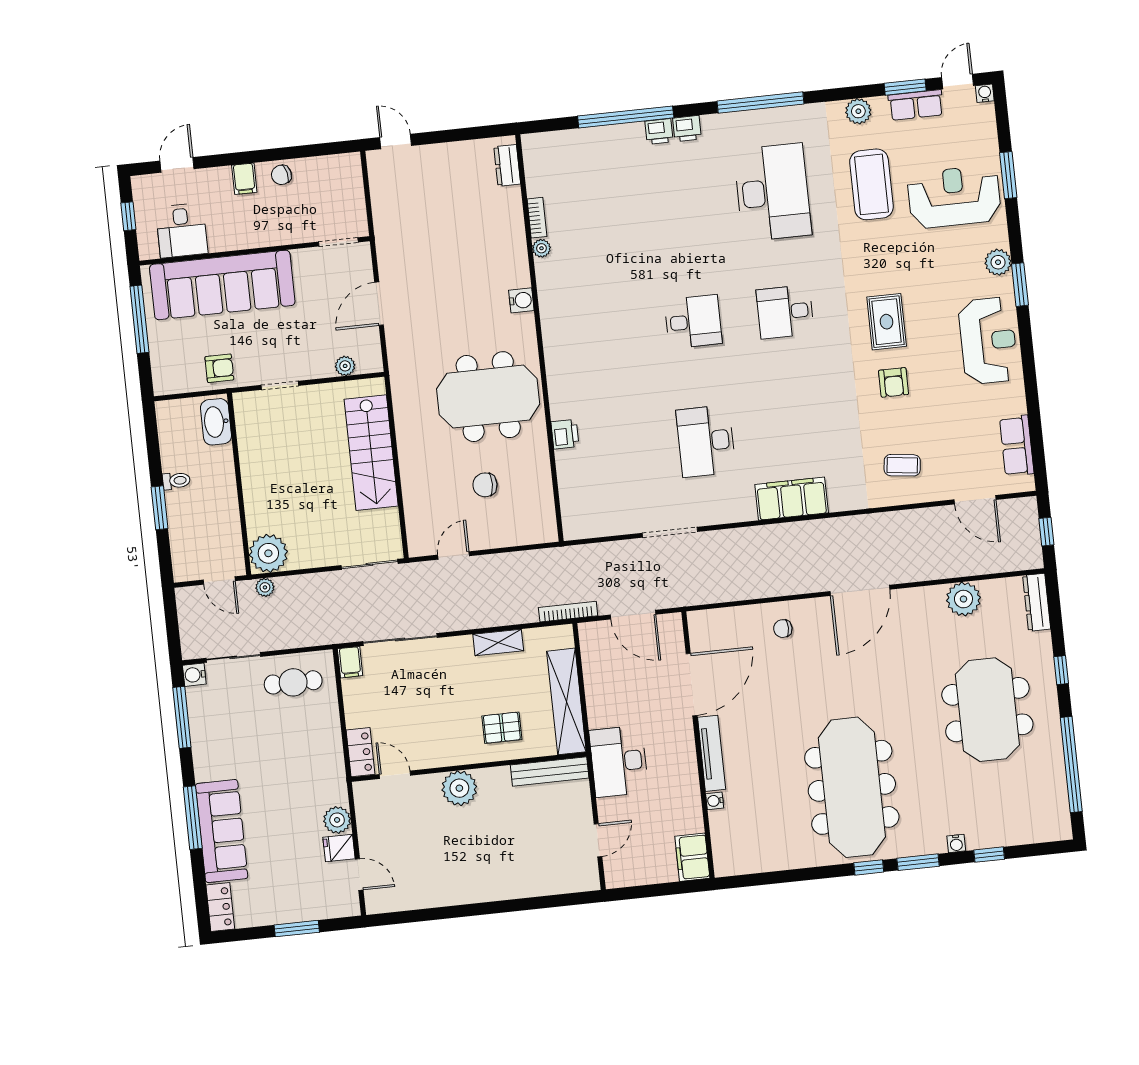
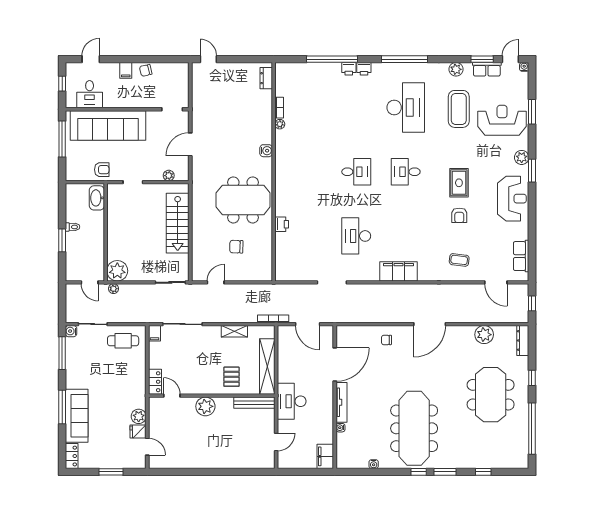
pallet: (502, 728) -> (231, 377), turned 90
water cooler: (956, 843) -> (374, 464), moved

